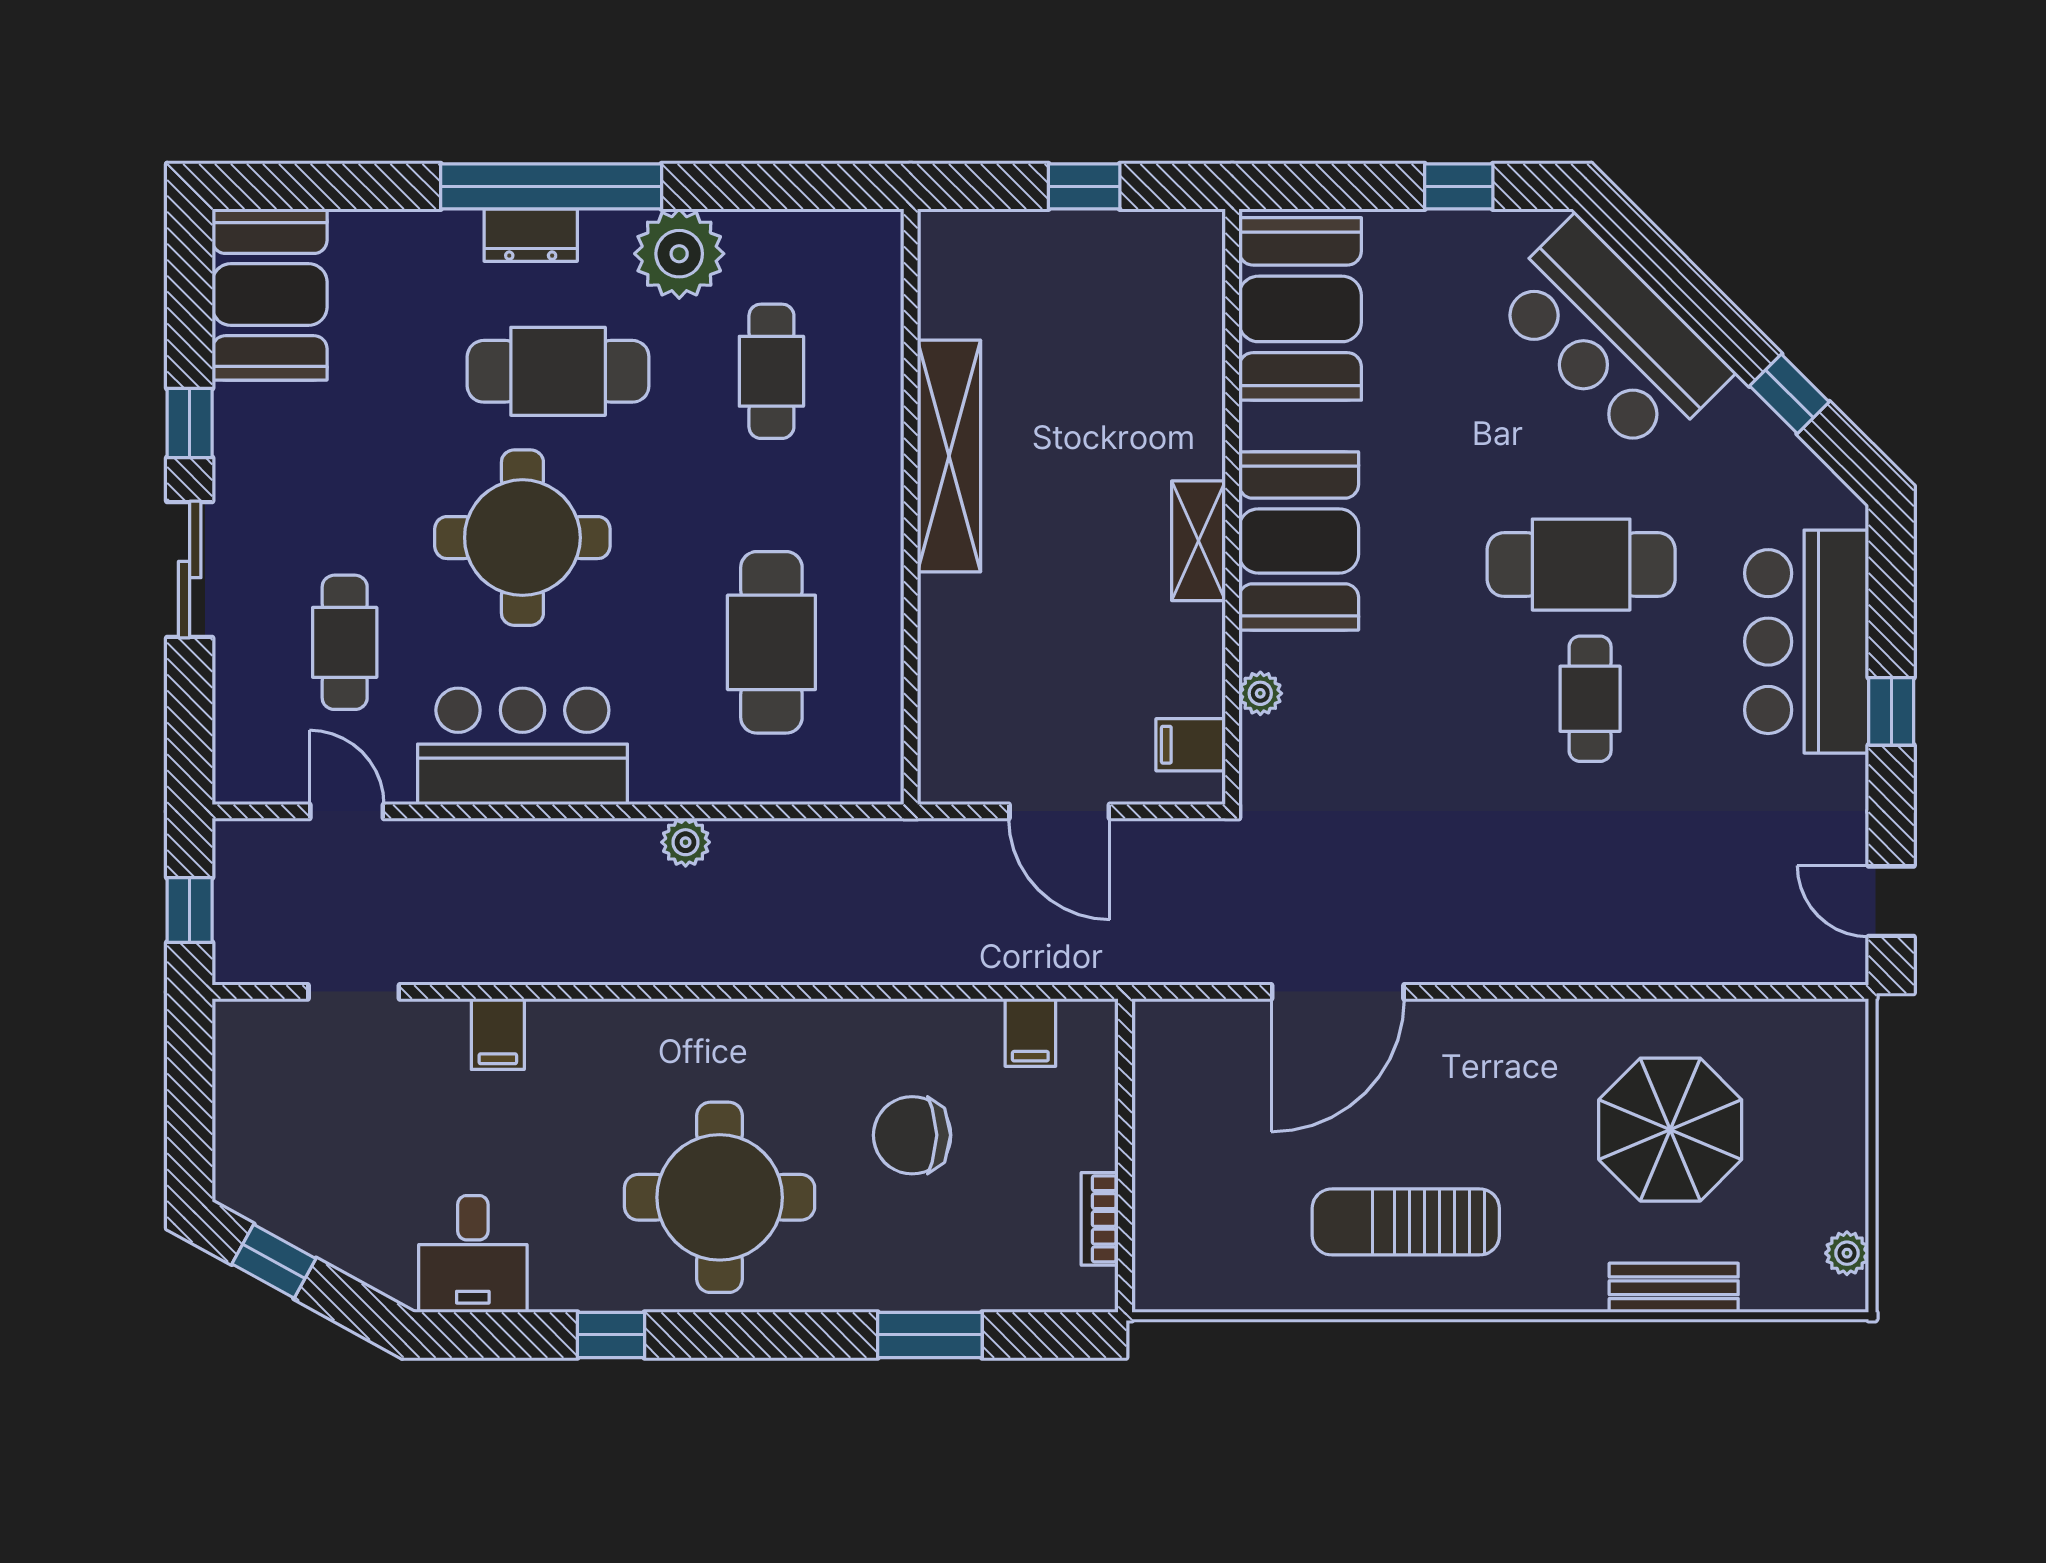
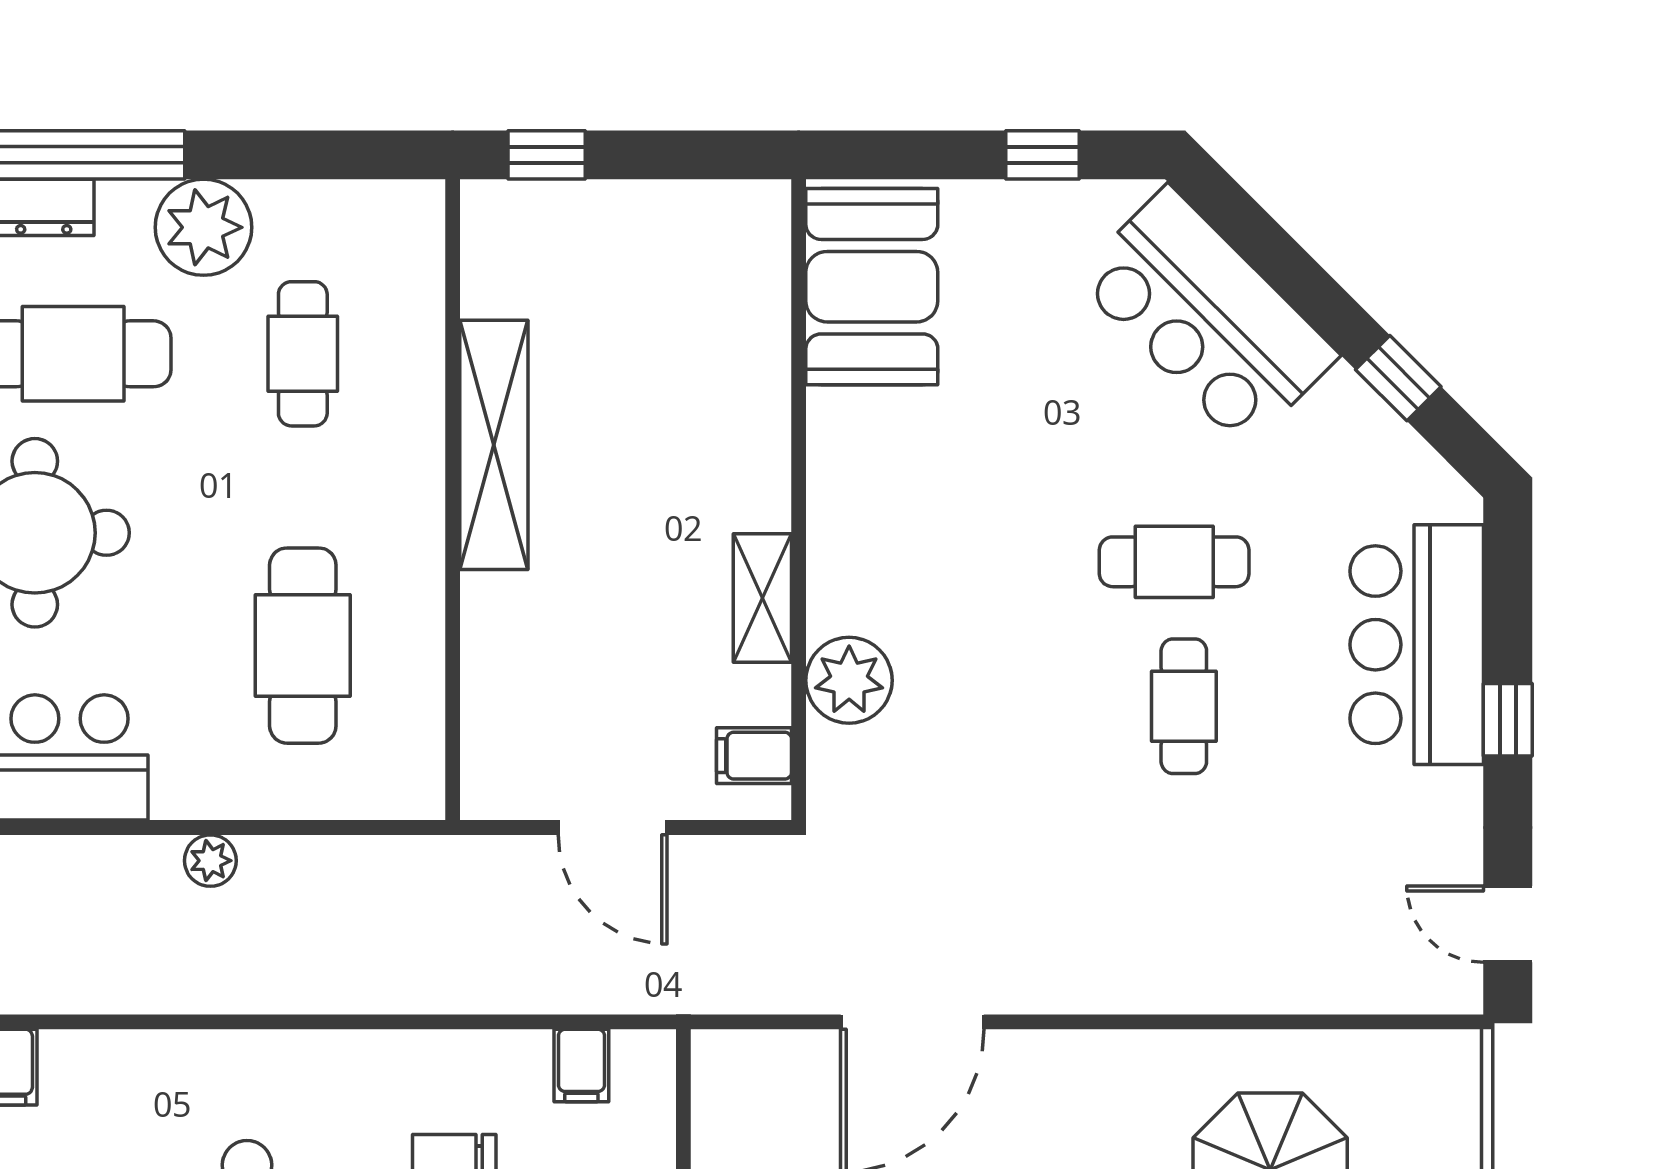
window: (1084, 186) -> (547, 155), moved
shelving: (1198, 541) -> (762, 598), moved
booth: (1299, 541) -> (870, 536), removed
cafe table: (1581, 565) -> (1174, 562), width x0.73, depth x0.74
plant: (1260, 693) -> (849, 680), width x1.87, depth x1.87

